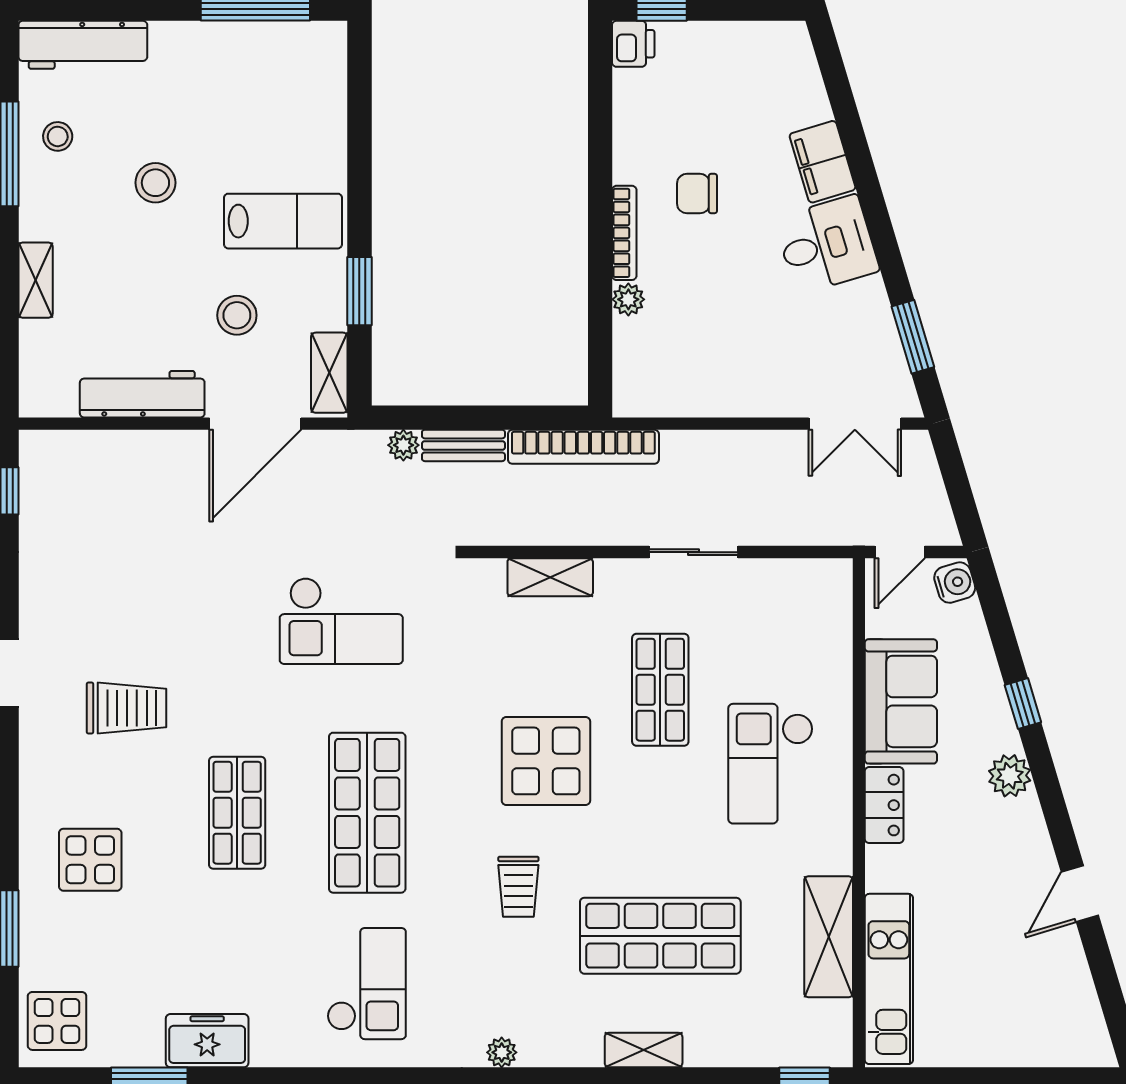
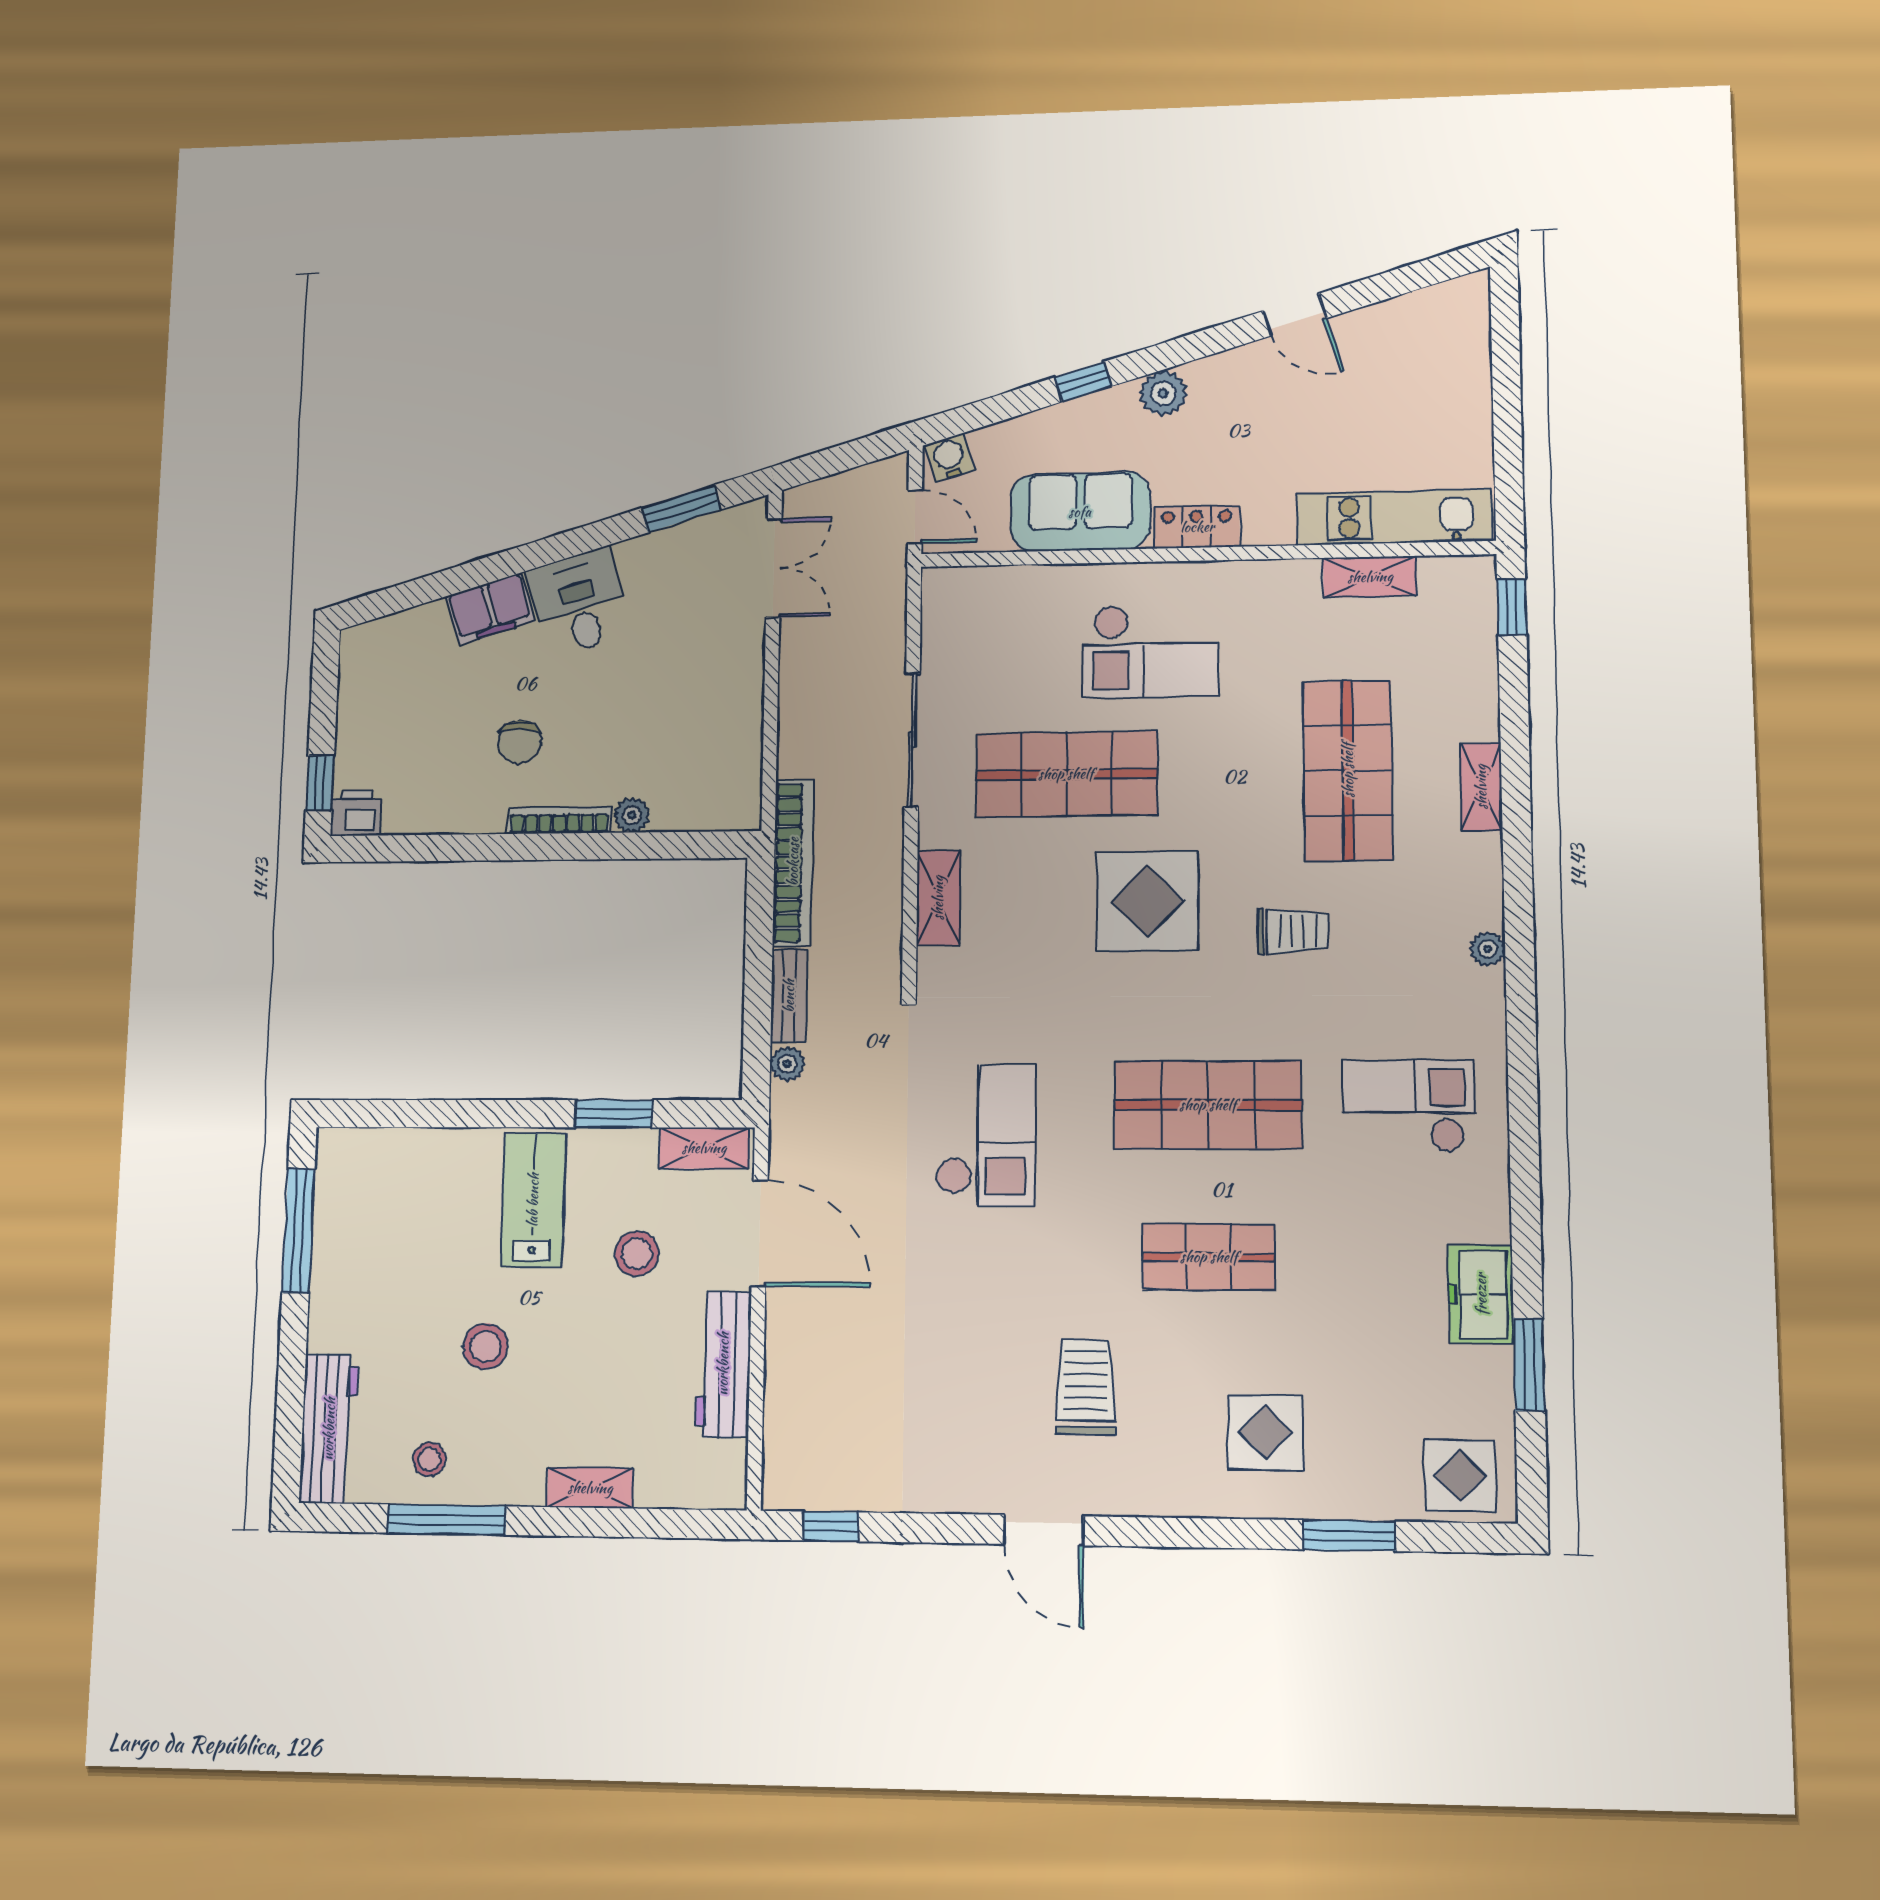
sliding door: (693, 552) -> (912, 740), width x1.37
shop shelf: (660, 690) -> (1066, 774), width x1.43, depth x1.36
shelving: (829, 937) -> (1370, 577), width x0.67, depth x0.75

